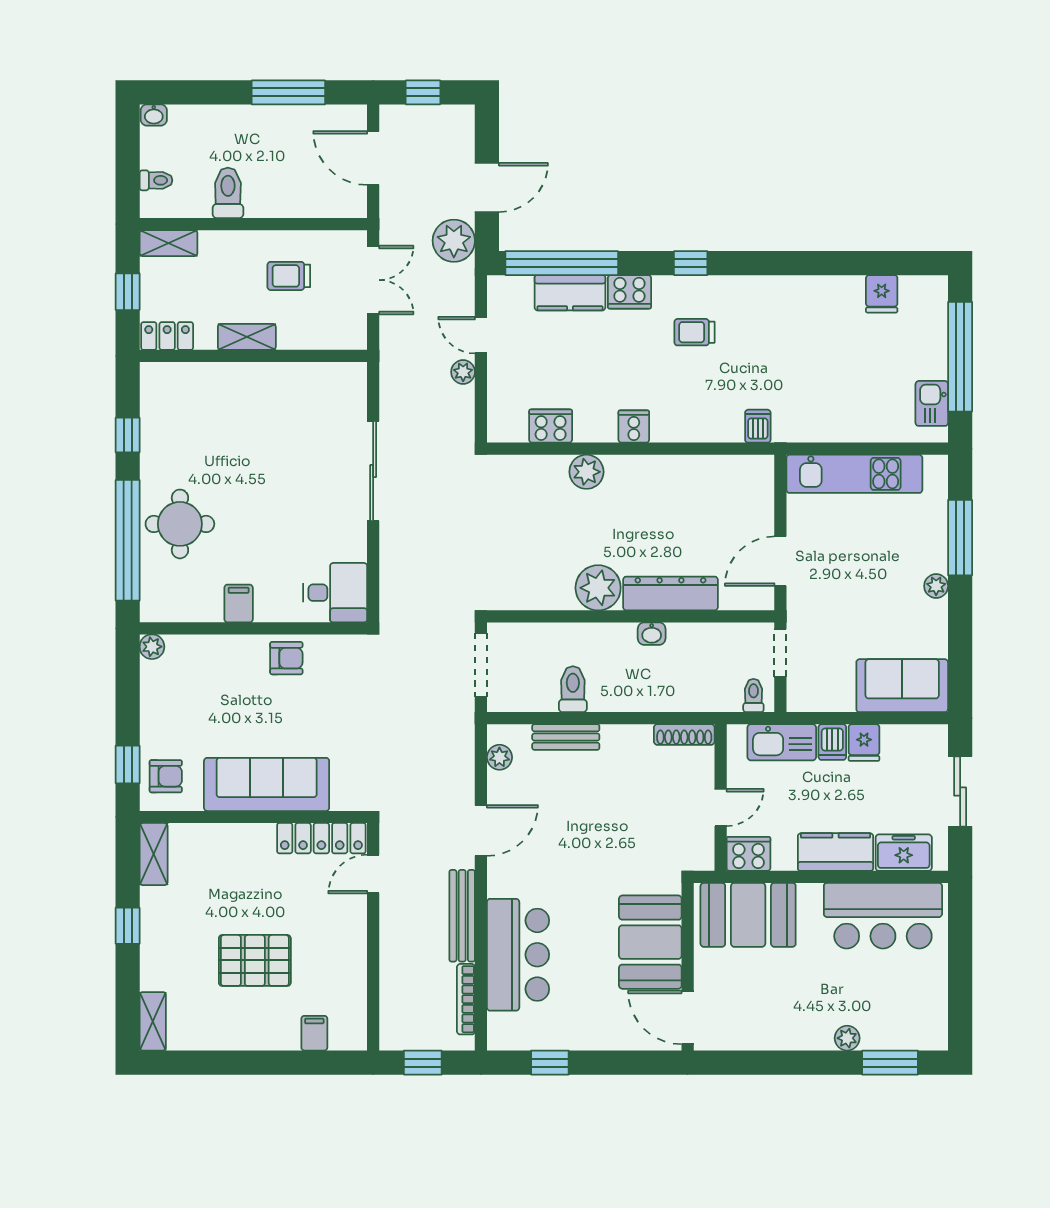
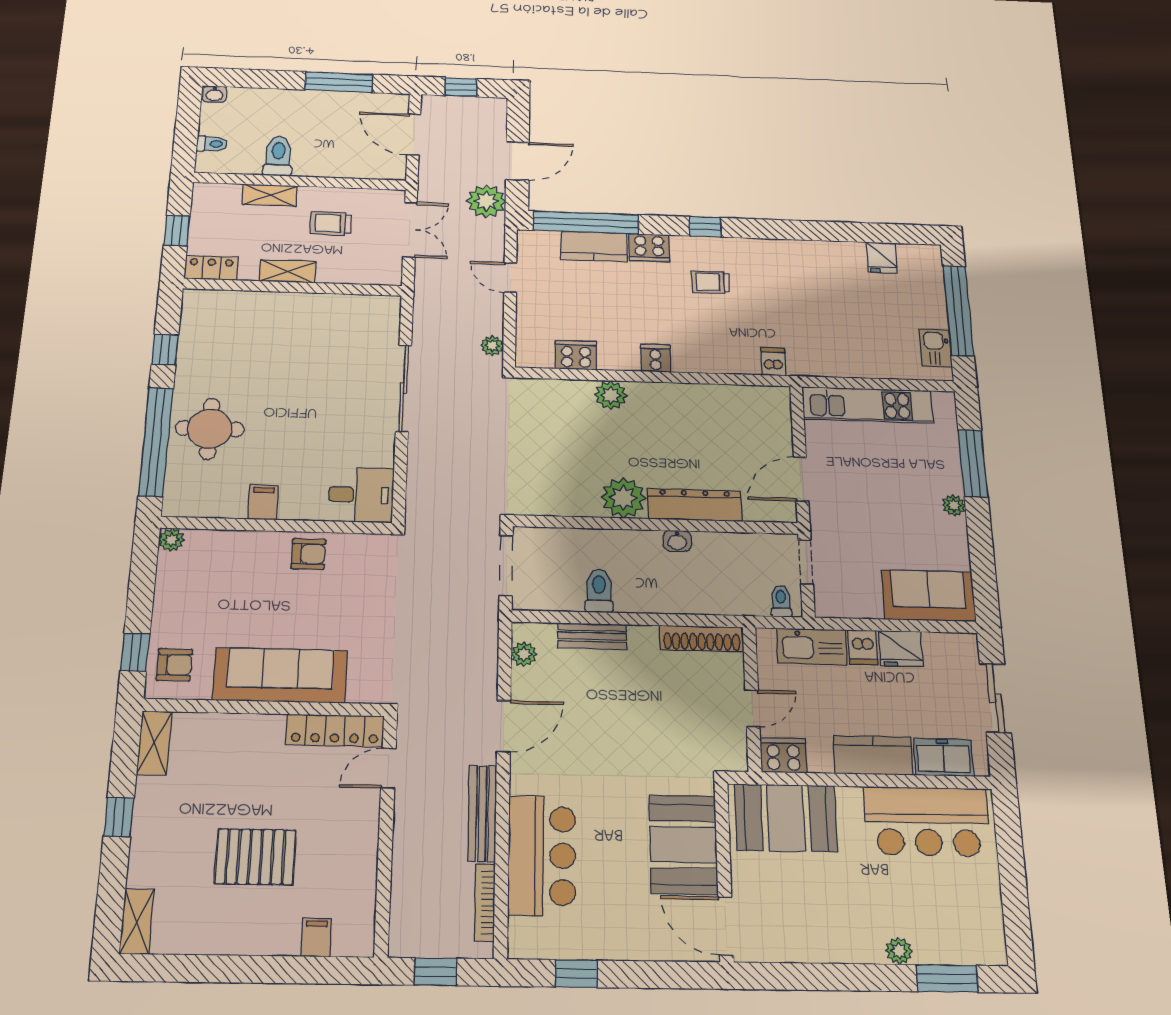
shelving: (168, 243) -> (270, 195), moved
plant: (463, 372) -> (492, 346), moved
shoe rack: (684, 734) -> (702, 639), width x1.36, depth x1.24
fridge: (864, 743) -> (901, 649), width x1.38

